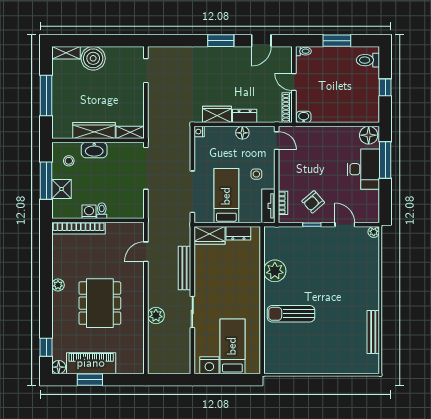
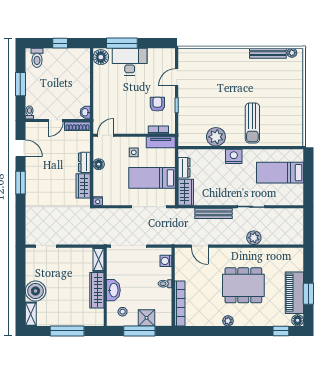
armchair: (313, 202) -> (157, 104), turned -139
washing machine: (89, 212) -> (166, 261), moved
plant: (374, 232) -> (292, 53), moved
nightstand: (209, 365) -> (234, 156), moved, turned -90

